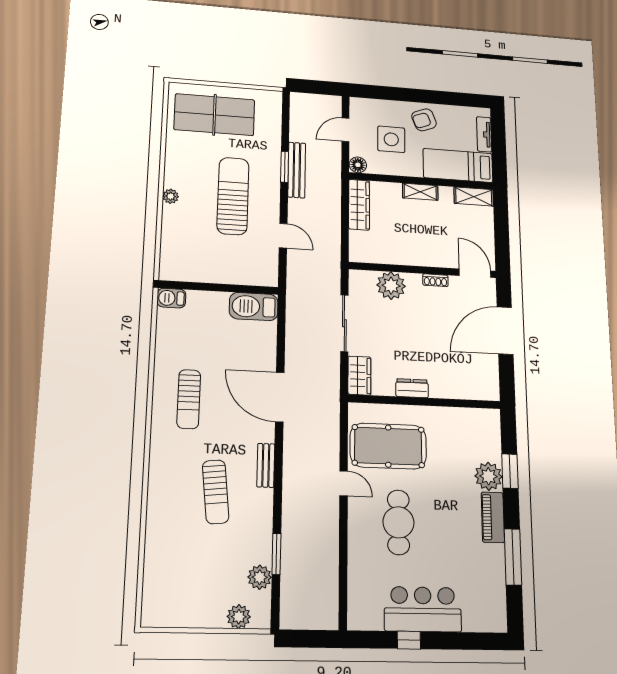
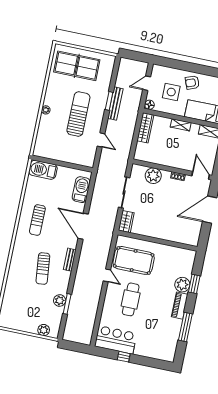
barbecue: (171, 298) -> (43, 170), width x1.88, depth x1.53
barbecue: (254, 307) -> (81, 190), moved, turned 90
dresser: (412, 388) -> (152, 233), removed
plant: (260, 577) -> (60, 301), moved
bar counter: (423, 609) -> (116, 340), moved

